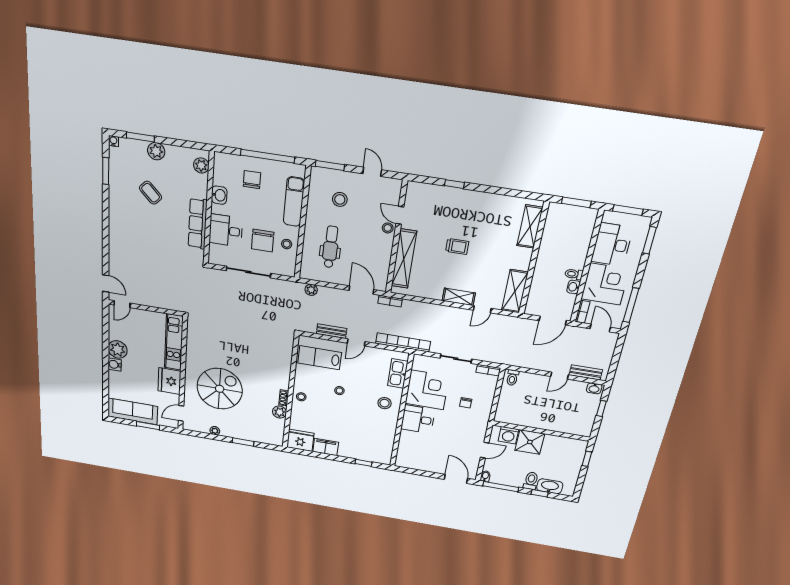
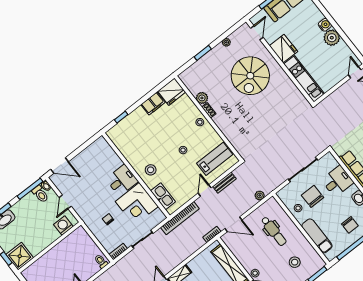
shower: (530, 442) -> (20, 256), moved
toilet: (531, 481) -> (40, 194), moved

